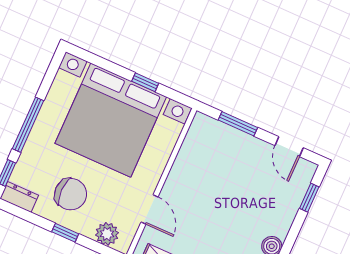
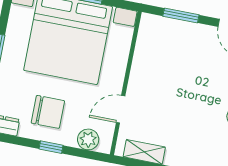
door: (150, 209) -> (121, 109), swing flipped

